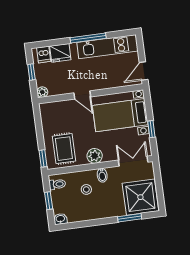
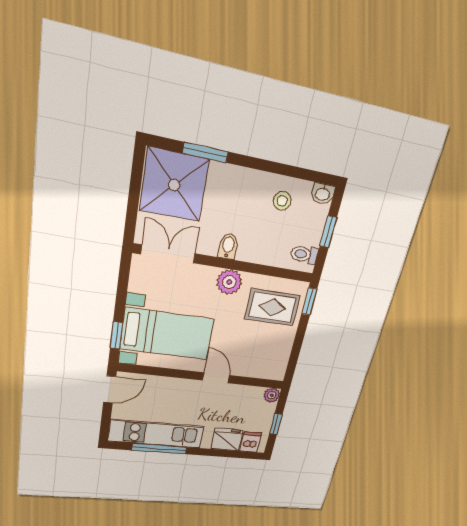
window: (88, 38) -> (159, 449), moved
window: (151, 129) -> (116, 335), moved
rug: (64, 149) -> (272, 307), turned 90
double door: (133, 161) -> (168, 254), swing flipped
stool: (86, 189) -> (282, 201), moved

